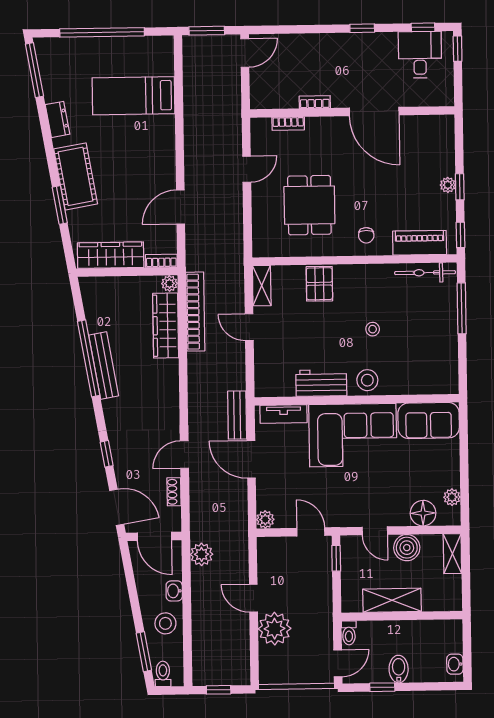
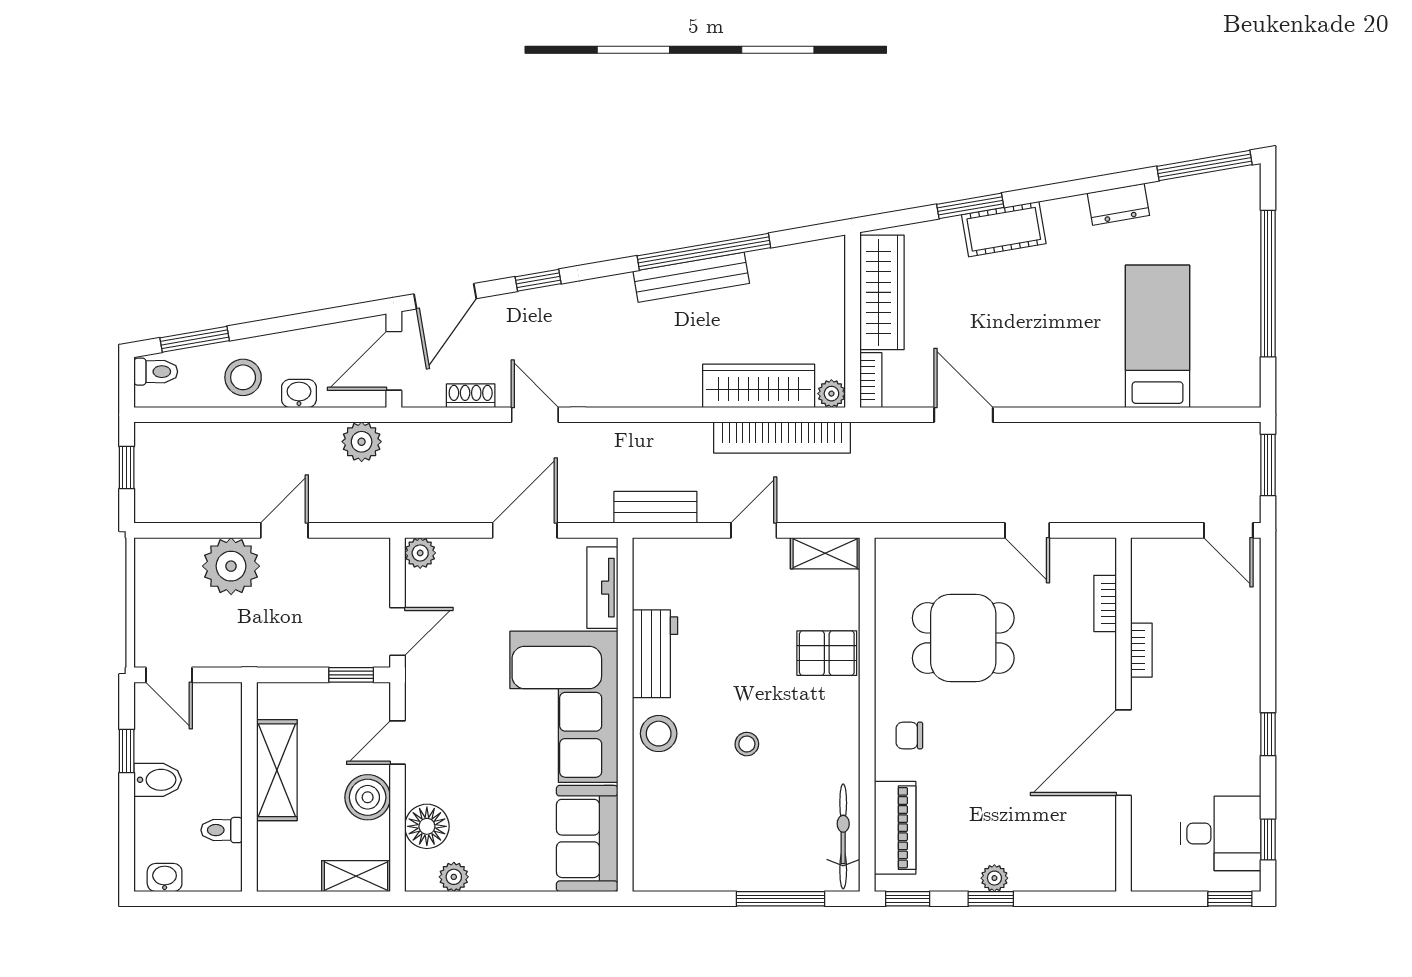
cot: (76, 176) -> (1004, 229), width x0.73, depth x0.75
bench: (237, 415) -> (655, 507), moved
toilet: (349, 633) -> (222, 830), moved

